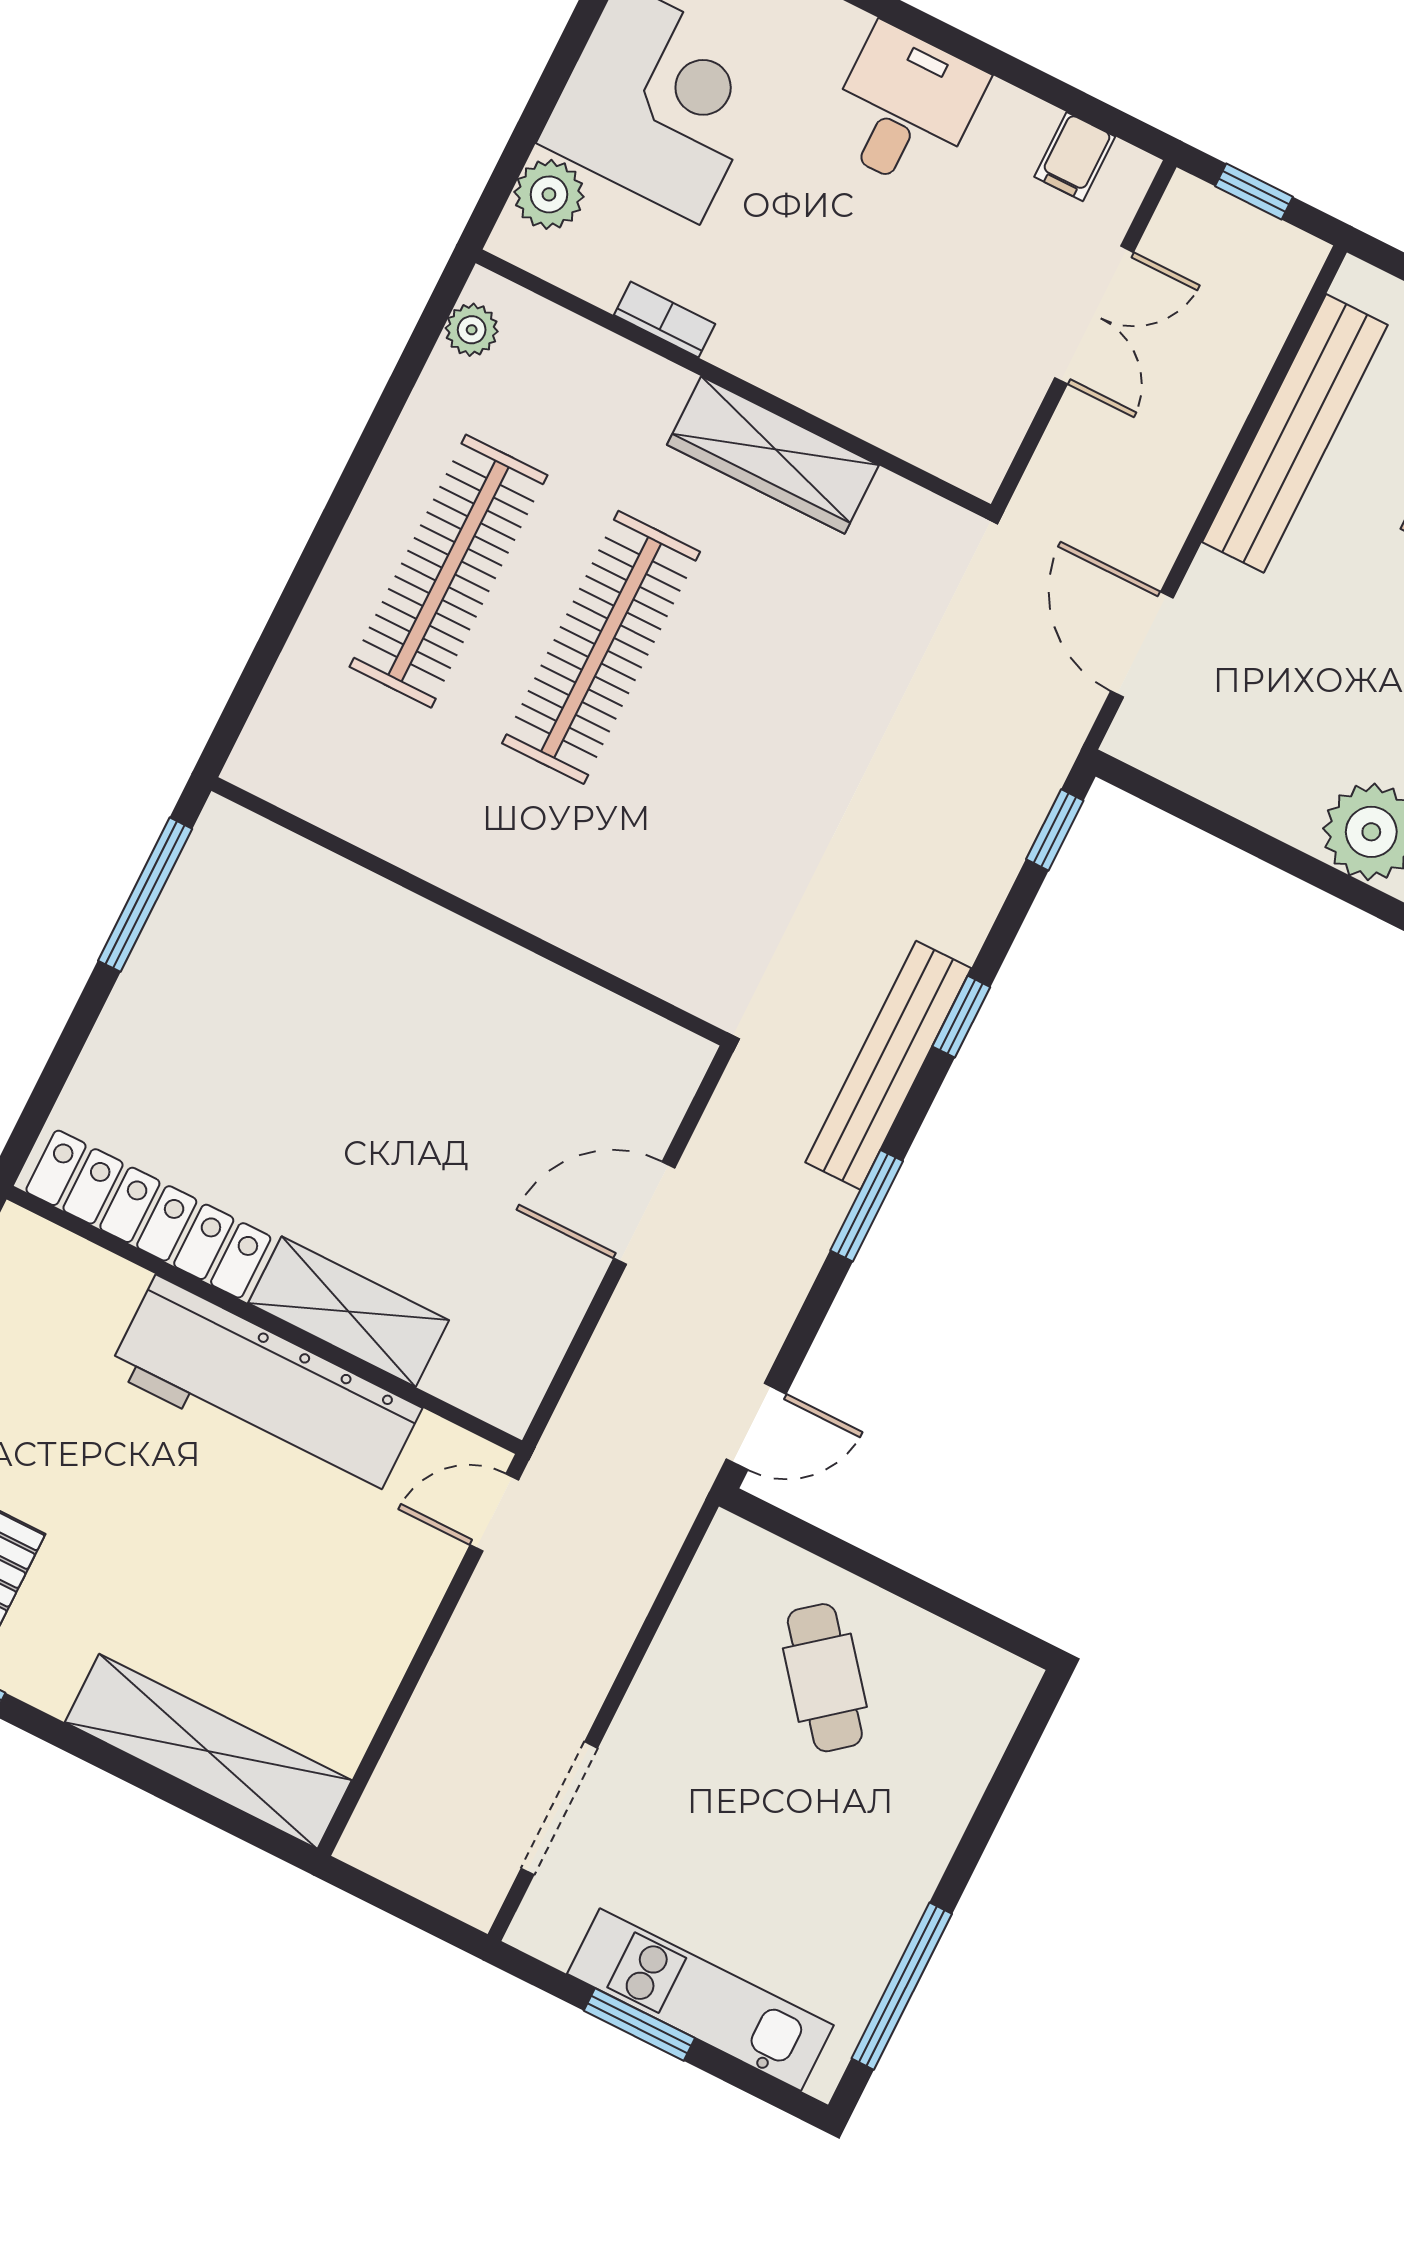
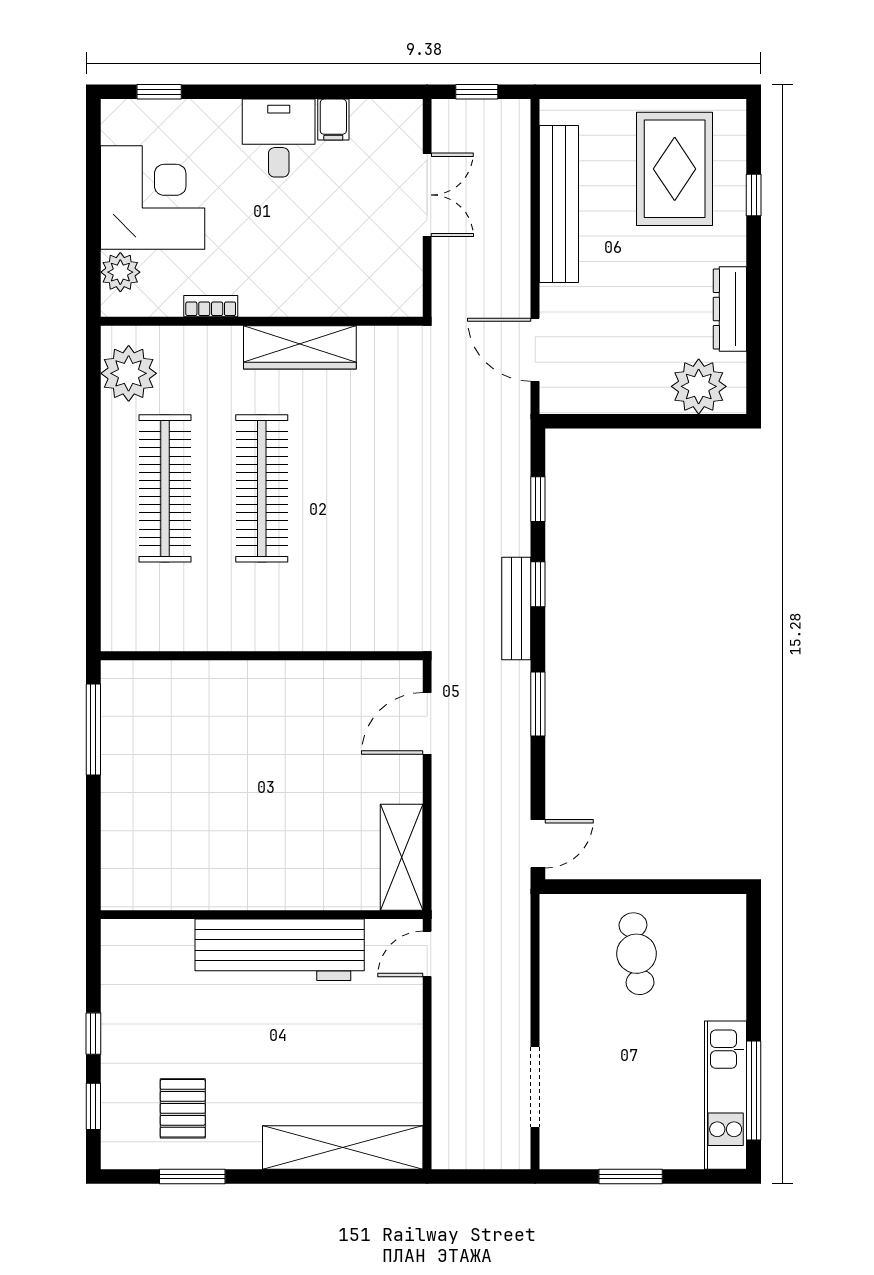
filing cabinet: (1075, 157) -> (333, 120), moved
plant: (472, 330) -> (129, 373), width x1.88, depth x1.88
window: (1055, 830) -> (538, 499), moved
bench: (888, 1065) -> (516, 608), width x0.73, depth x0.82
door: (644, 1213) -> (427, 723), moved
locker: (148, 1214) -> (176, 890), removed
shelving: (349, 1312) -> (402, 857), moved, turned 90
cafe table: (825, 1678) -> (636, 954), turned 32
kitchen unit: (700, 2000) -> (726, 1095), moved, turned -90

